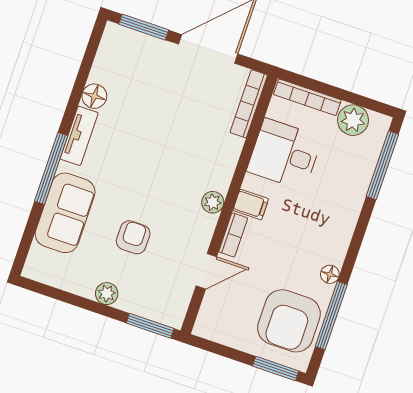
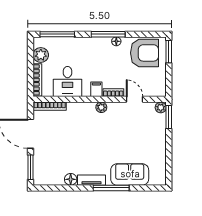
armchair: (133, 237) -> (130, 139), removed
plant: (107, 294) -> (161, 107), moved
window: (331, 315) -> (108, 34), moved

